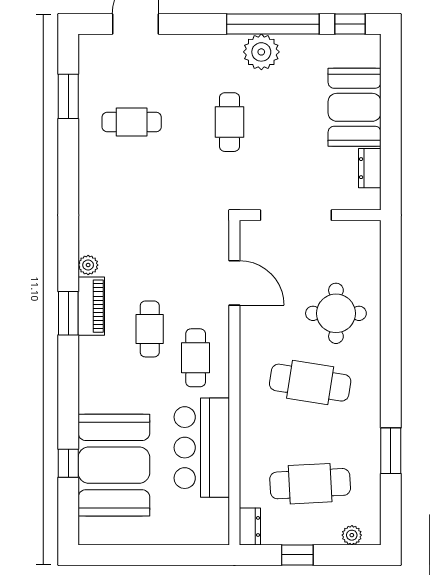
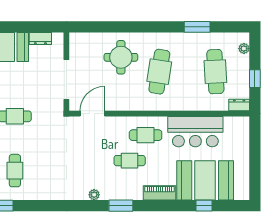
door: (234, 283) -> (93, 114), moved
piano: (91, 306) -> (160, 193), moved

